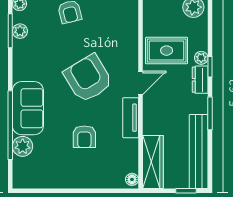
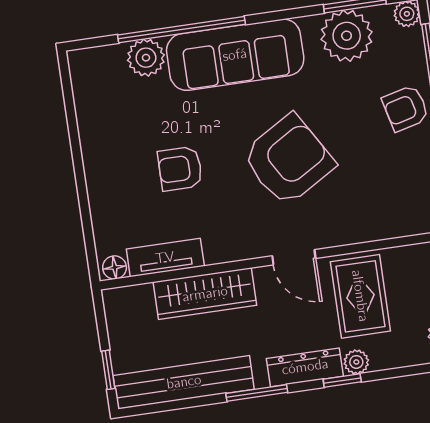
plant: (20, 31) -> (347, 36), width x1.88, depth x1.88
dresser: (200, 80) -> (305, 367), width x1.44
sofa: (28, 108) -> (235, 55), width x1.36
tv unit: (131, 118) -> (165, 258), moved
wardrobe: (153, 162) -> (205, 294), moved

